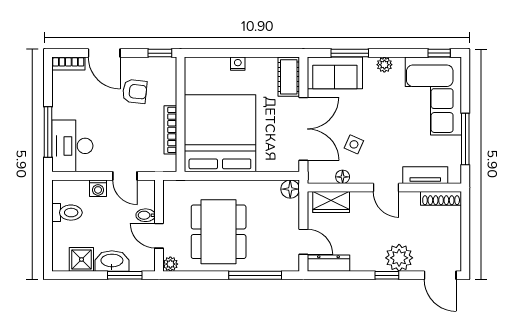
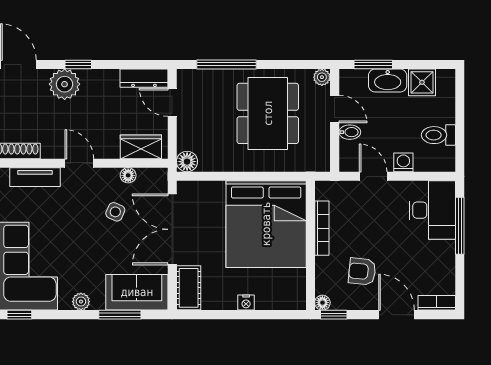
floor lamp: (170, 64) -> (322, 303), added

